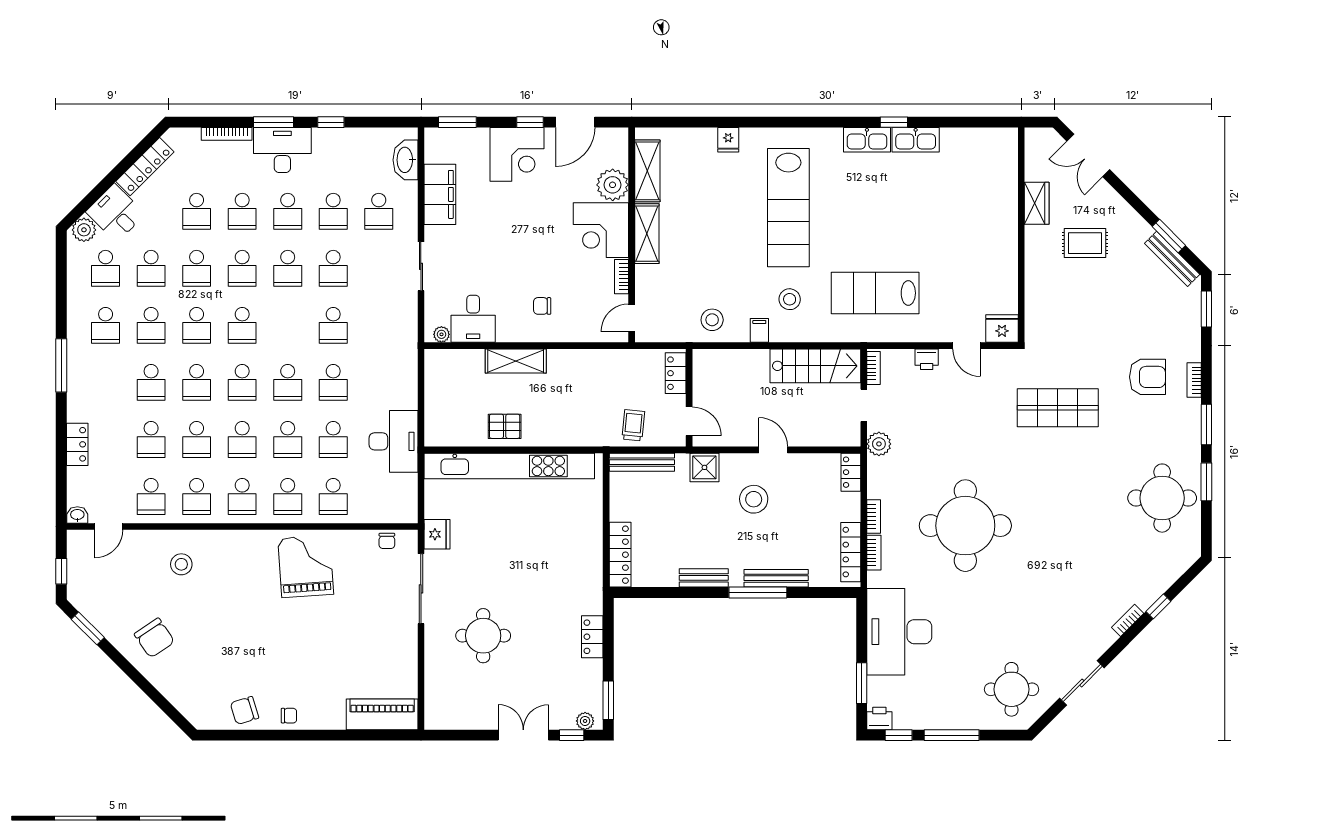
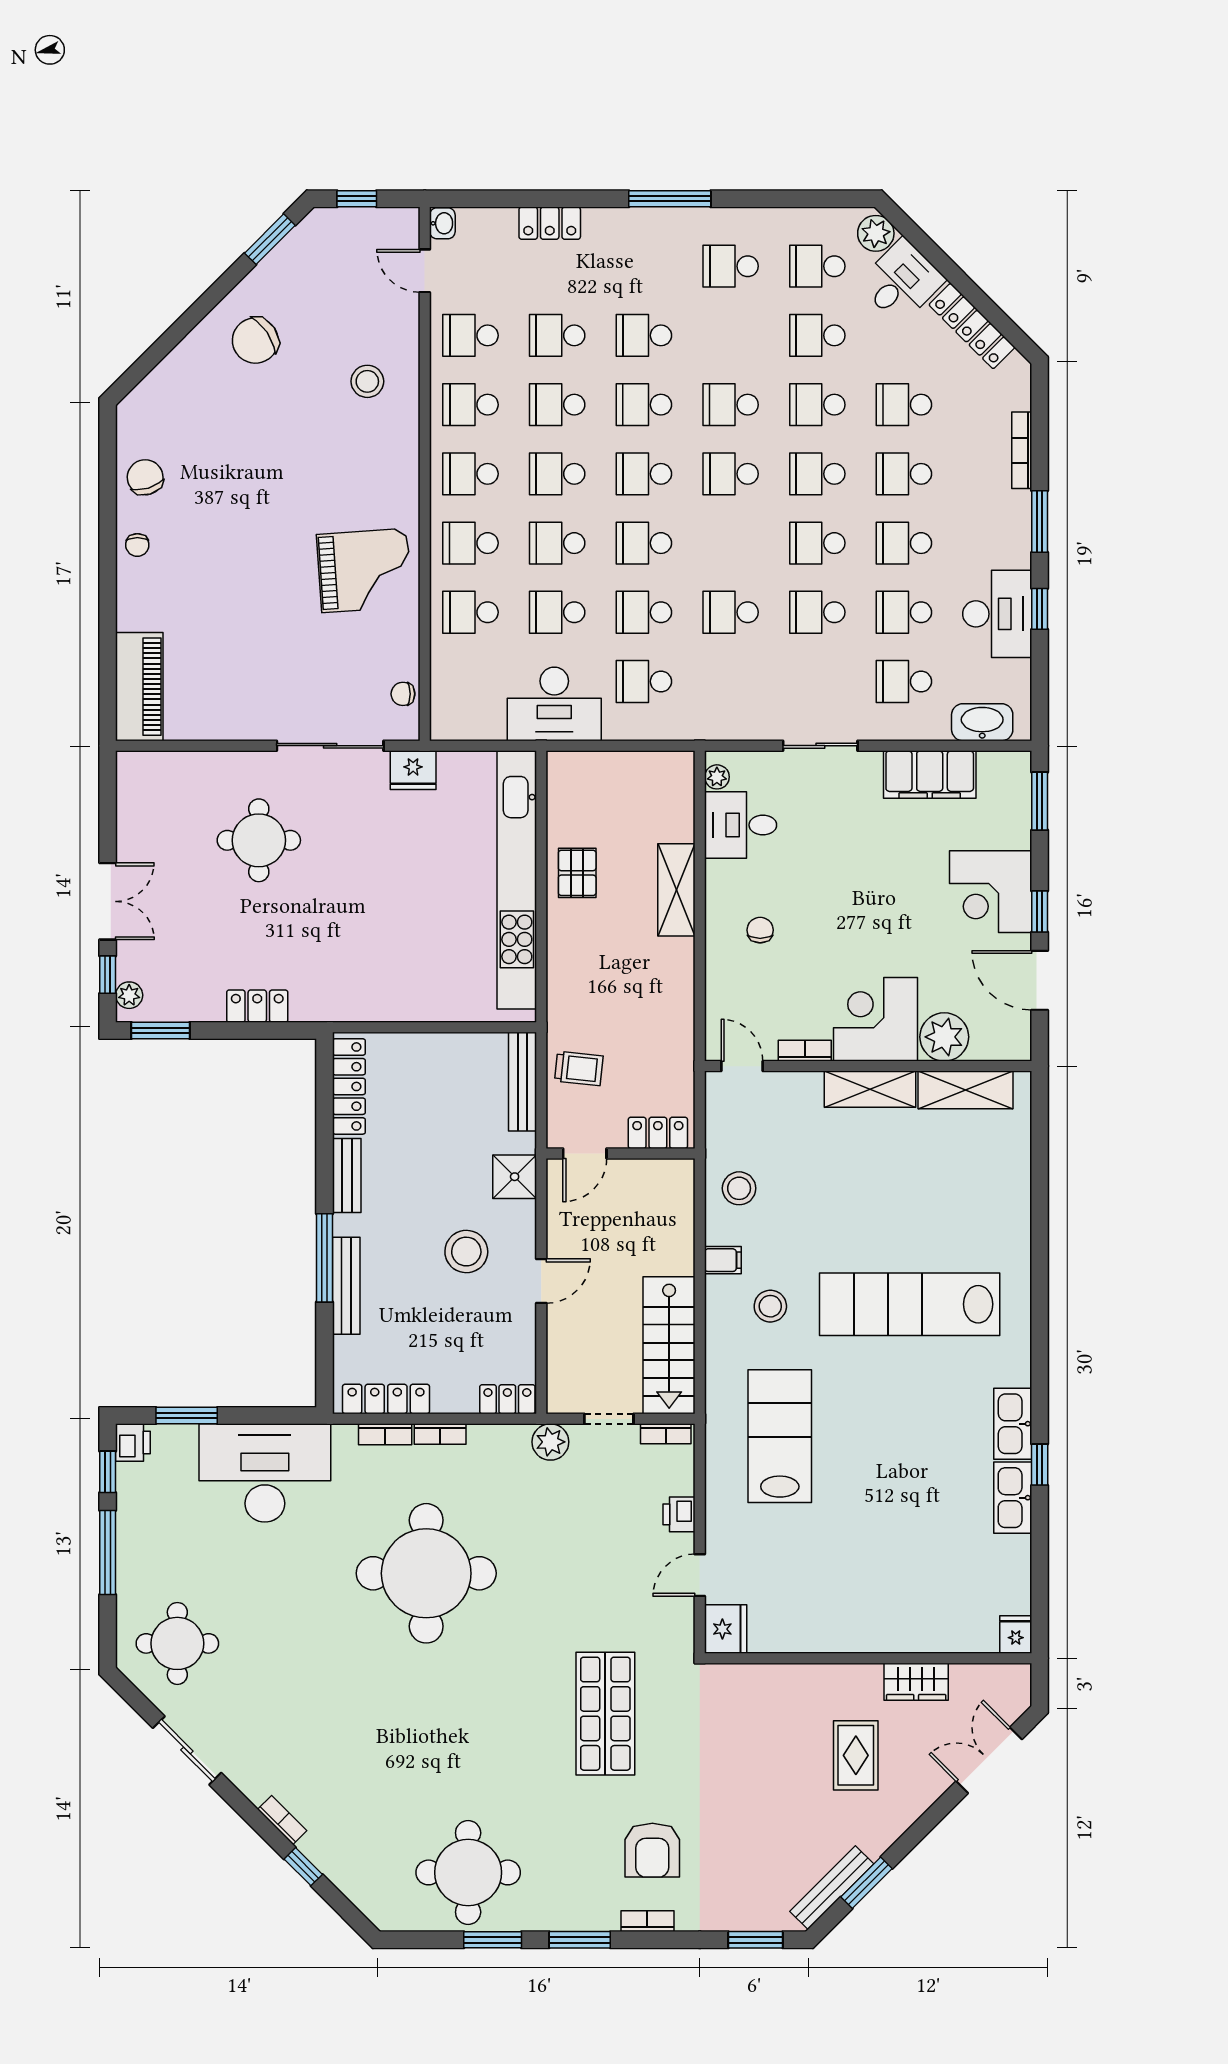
fridge: (728, 140) -> (1016, 1635), moved, turned 90
desk: (282, 150) -> (997, 614), moved
school desk: (151, 325) -> (644, 681), moved
locker: (620, 555) -> (349, 1086), moved, turned -90

